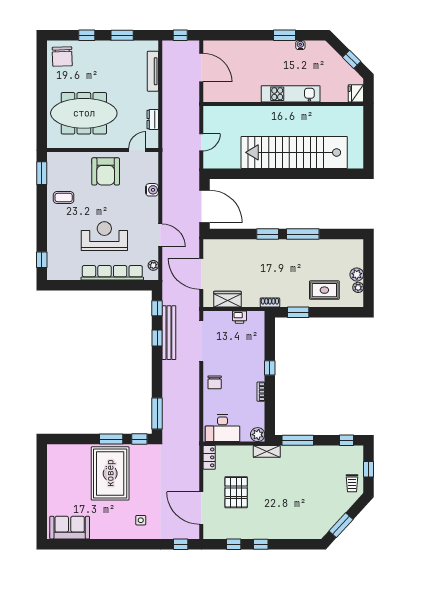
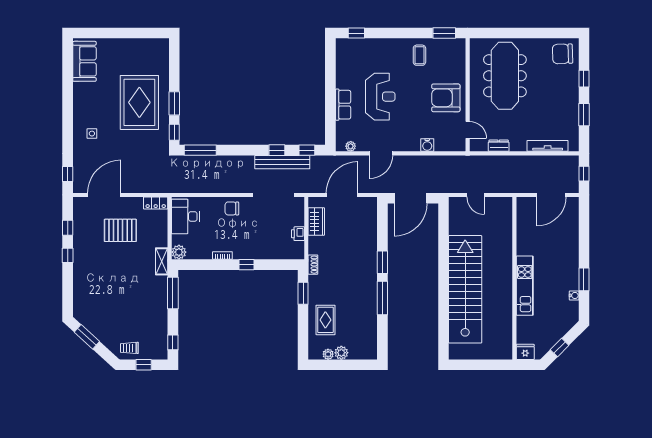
row of seats: (112, 273) -> (343, 105), width x0.50
rug: (110, 473) -> (139, 102), turned 90

